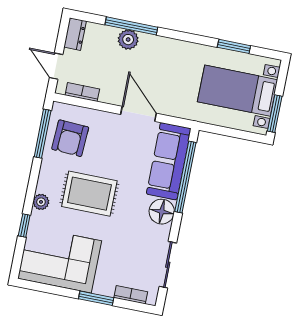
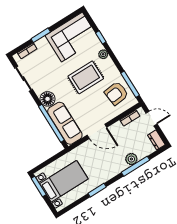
window: (234, 46) -> (97, 190), moved
armchair: (70, 138) -> (116, 93), turned -99

